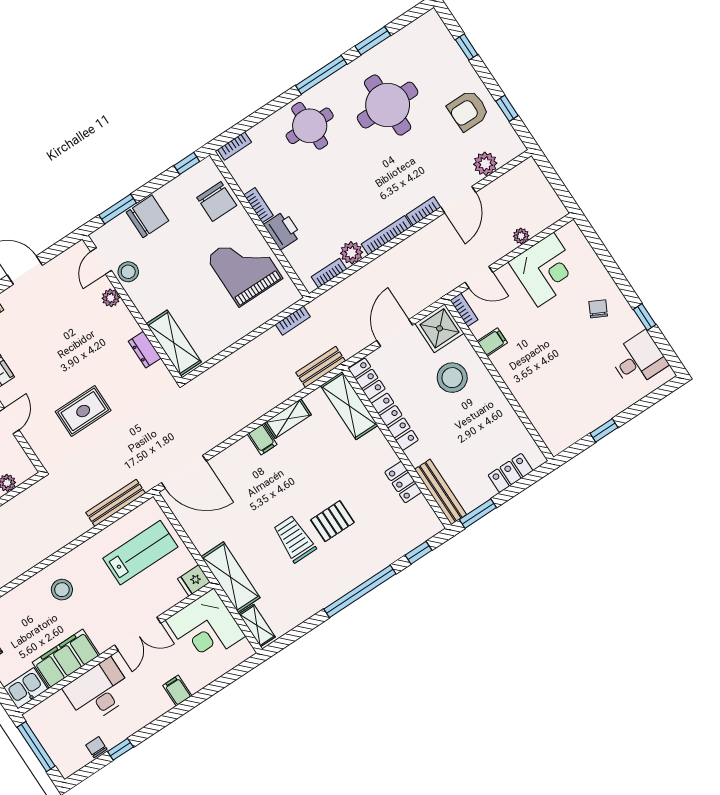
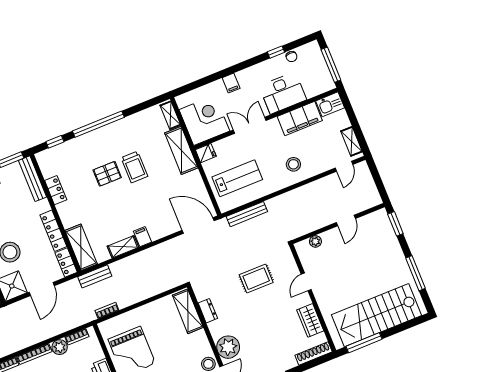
plant: (111, 298) -> (228, 347), width x1.88, depth x1.88
lab bench: (140, 553) -> (237, 178), turned 180

